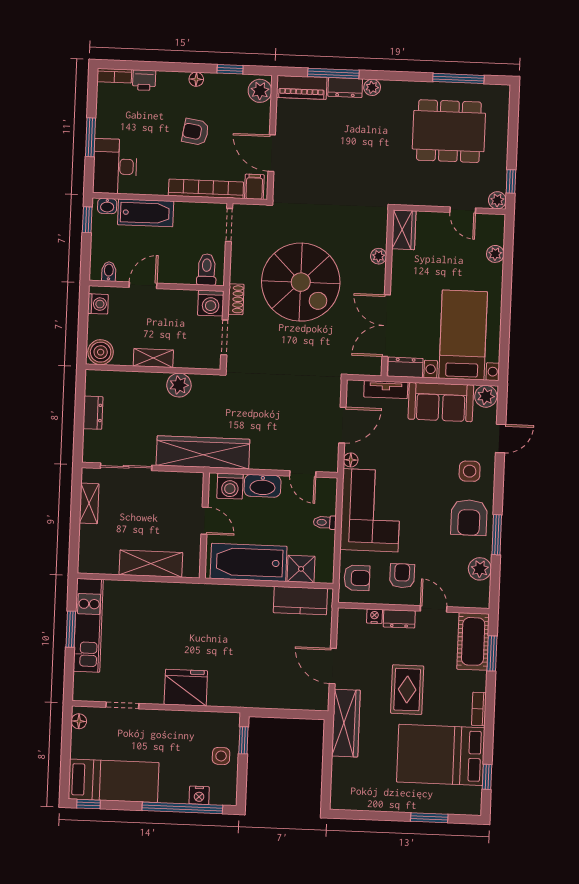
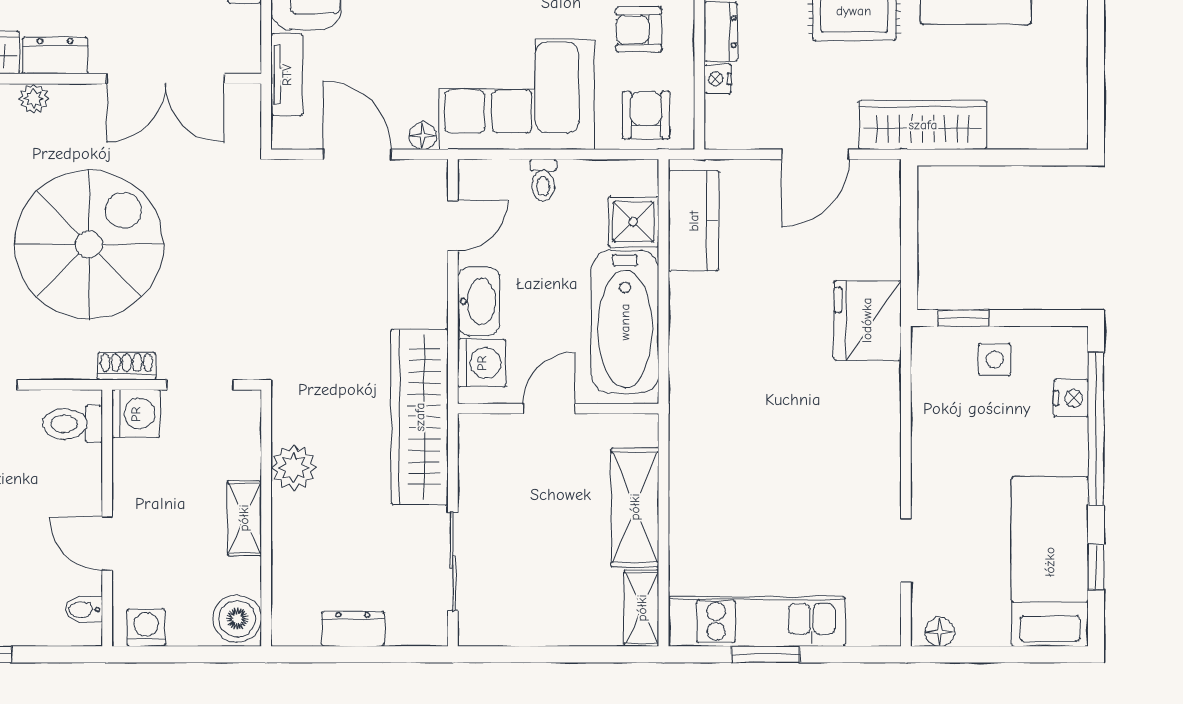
dresser: (405, 367) -> (55, 56), moved, turned 90
shelving: (89, 503) -> (642, 608), moved, turned 90
fridge: (186, 688) -> (867, 320), moved
window: (88, 804) -> (1096, 567), moved

